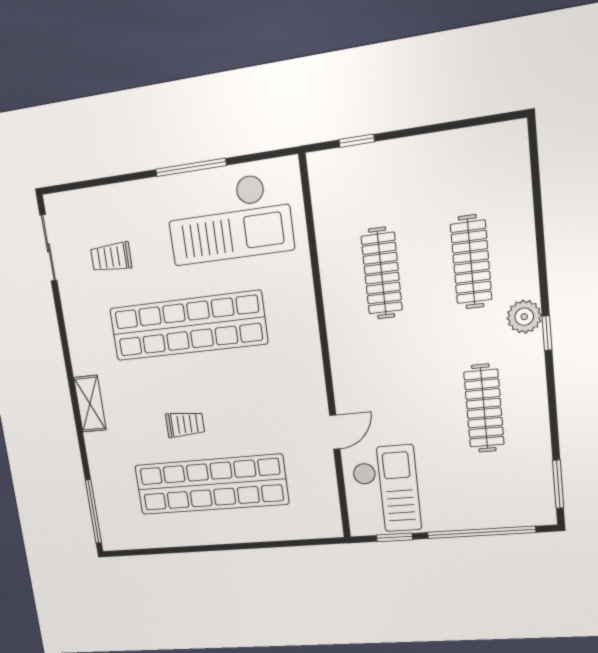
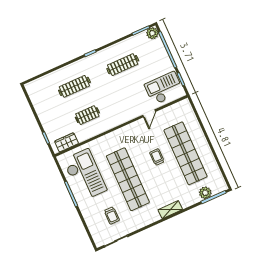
wardrobe: (327, 195) -> (66, 142), added
clothes rail: (382, 273) -> (87, 115), width x0.73
plant: (524, 317) -> (152, 33), moved
trolley: (185, 424) -> (157, 157), moved
door: (335, 432) -> (149, 113), swing flipped
plant: (108, 497) -> (205, 193), added

